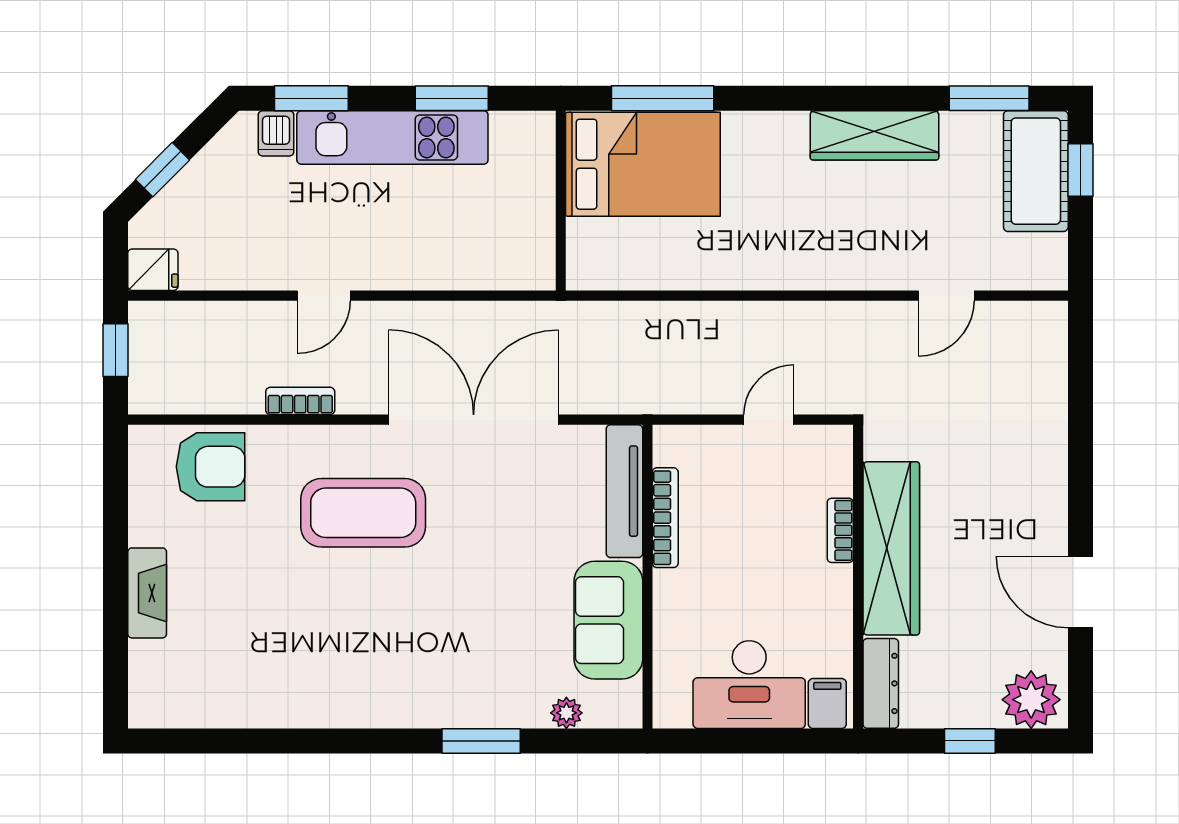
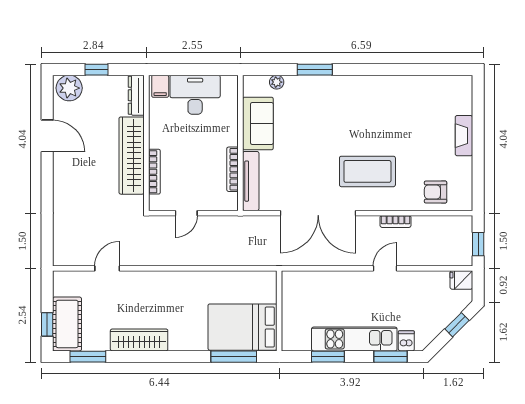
armchair: (211, 467) -> (436, 192), width x0.72, depth x0.72
bookcase: (840, 530) -> (154, 172), width x1.56

